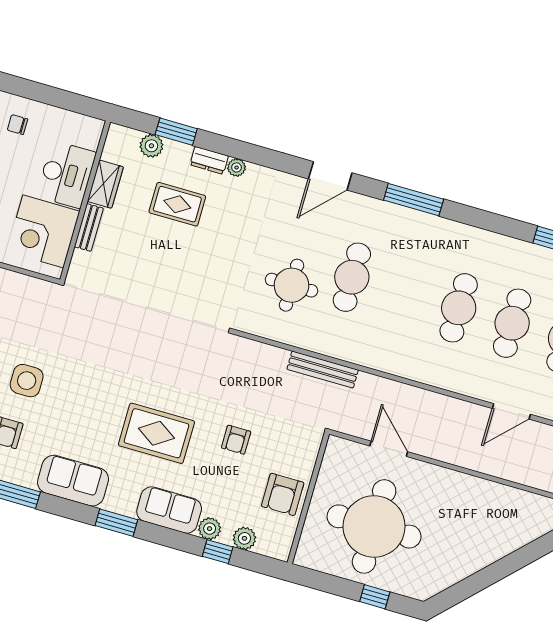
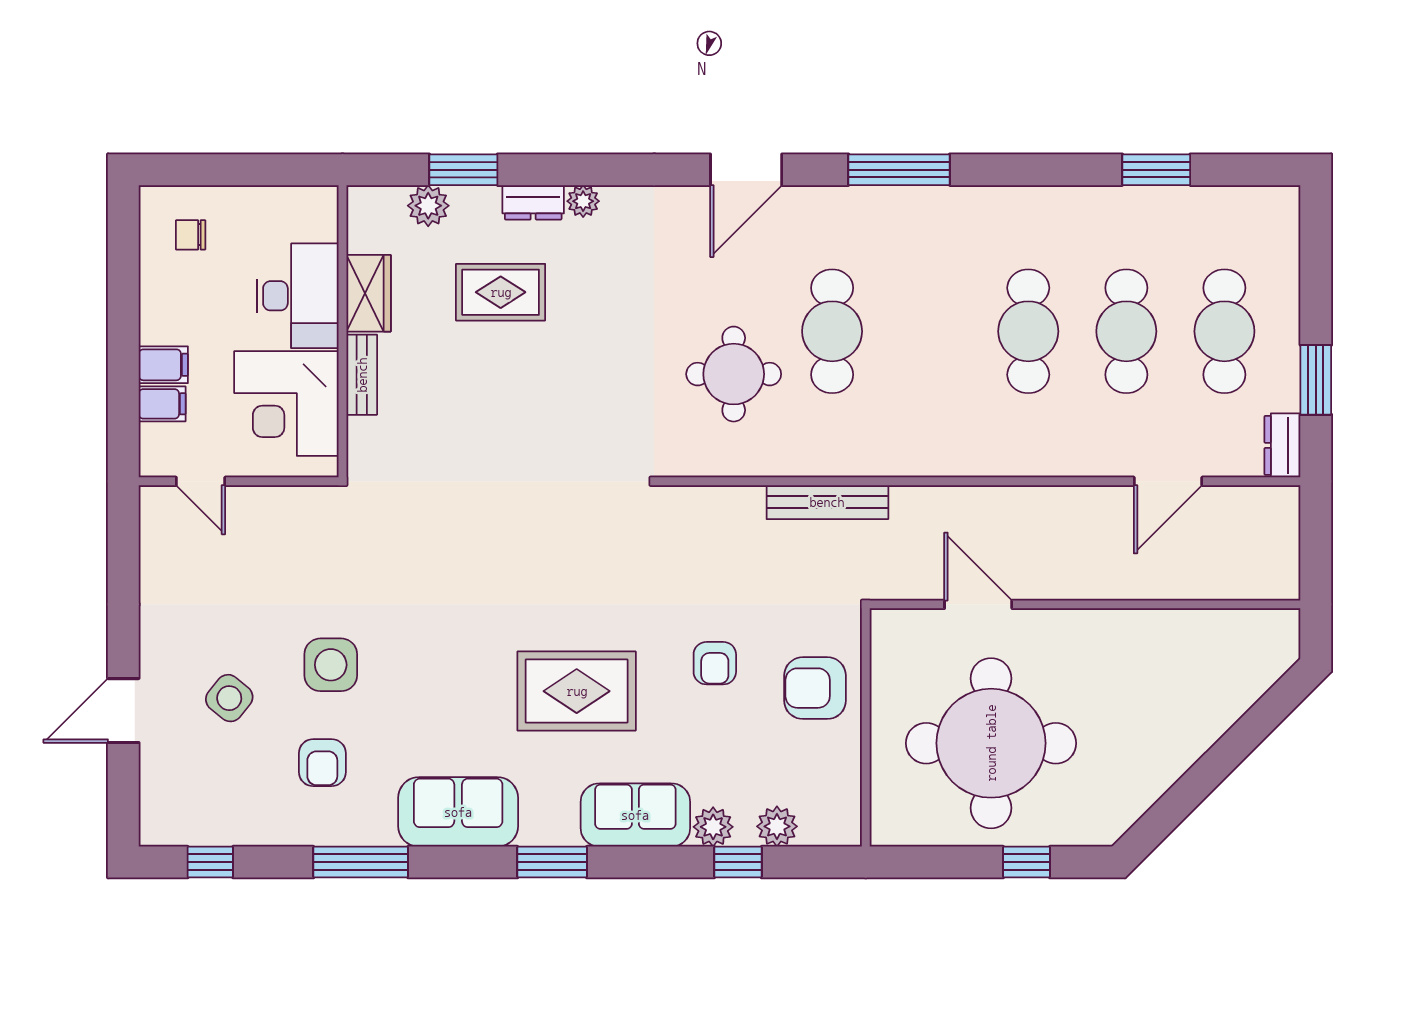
armchair: (283, 494) -> (815, 688), moved, turned 90

